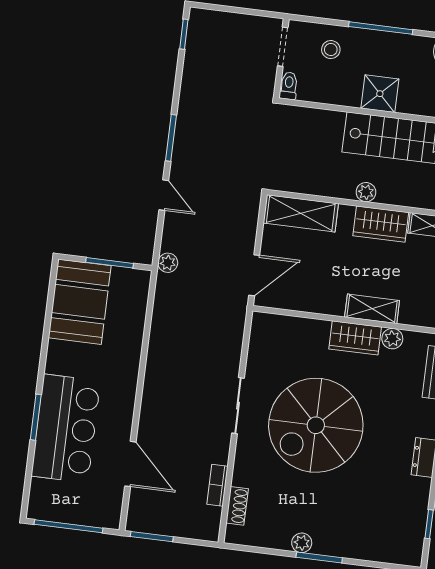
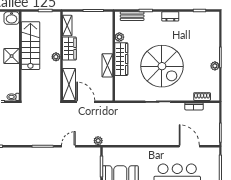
door: (254, 275) -> (86, 102), moved
shelving: (372, 309) -> (107, 65), moved
wardrobe: (355, 338) -> (121, 59), width x1.50
door: (130, 464) -> (189, 146), hinge flipped

